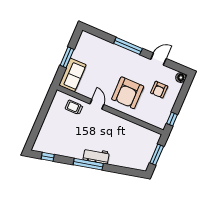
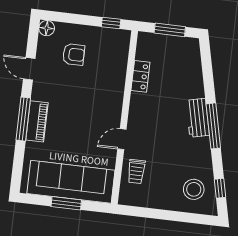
piano: (124, 54) -> (37, 121), added
sofa: (72, 75) -> (71, 182), width x1.85, depth x1.27
armchair: (128, 93) -> (92, 99), removed
locker: (133, 127) -> (140, 76), added
stool: (52, 140) -> (194, 189), added

